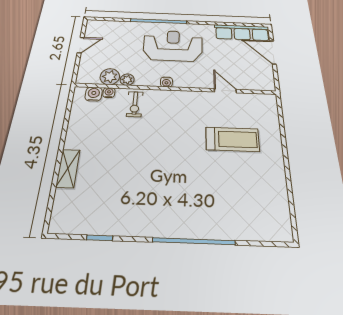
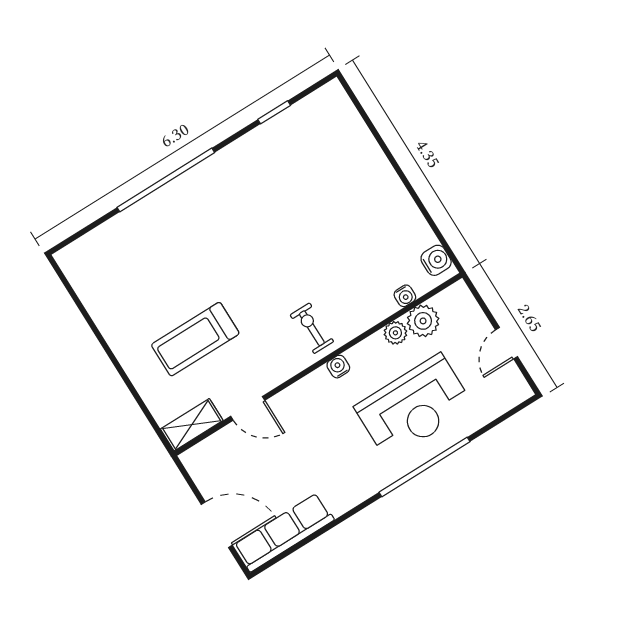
reception desk: (173, 46) -> (414, 407), moved
water cooler: (94, 94) -> (436, 260), moved, turned -90
exercise bike: (135, 104) -> (312, 328), moved
shelving: (68, 168) -> (192, 425), moved, turned 90

